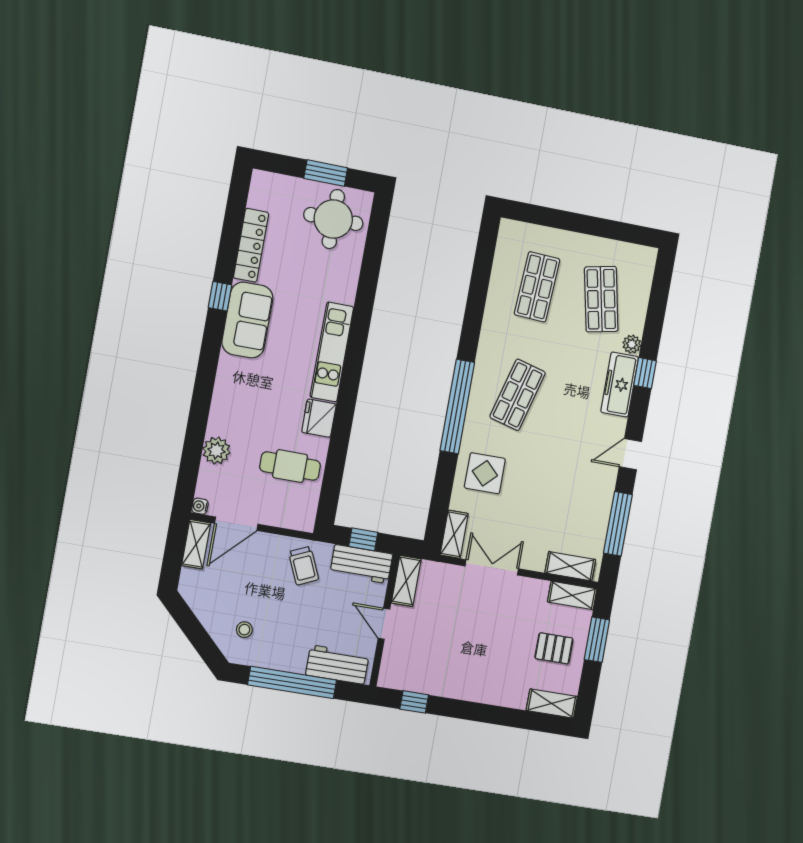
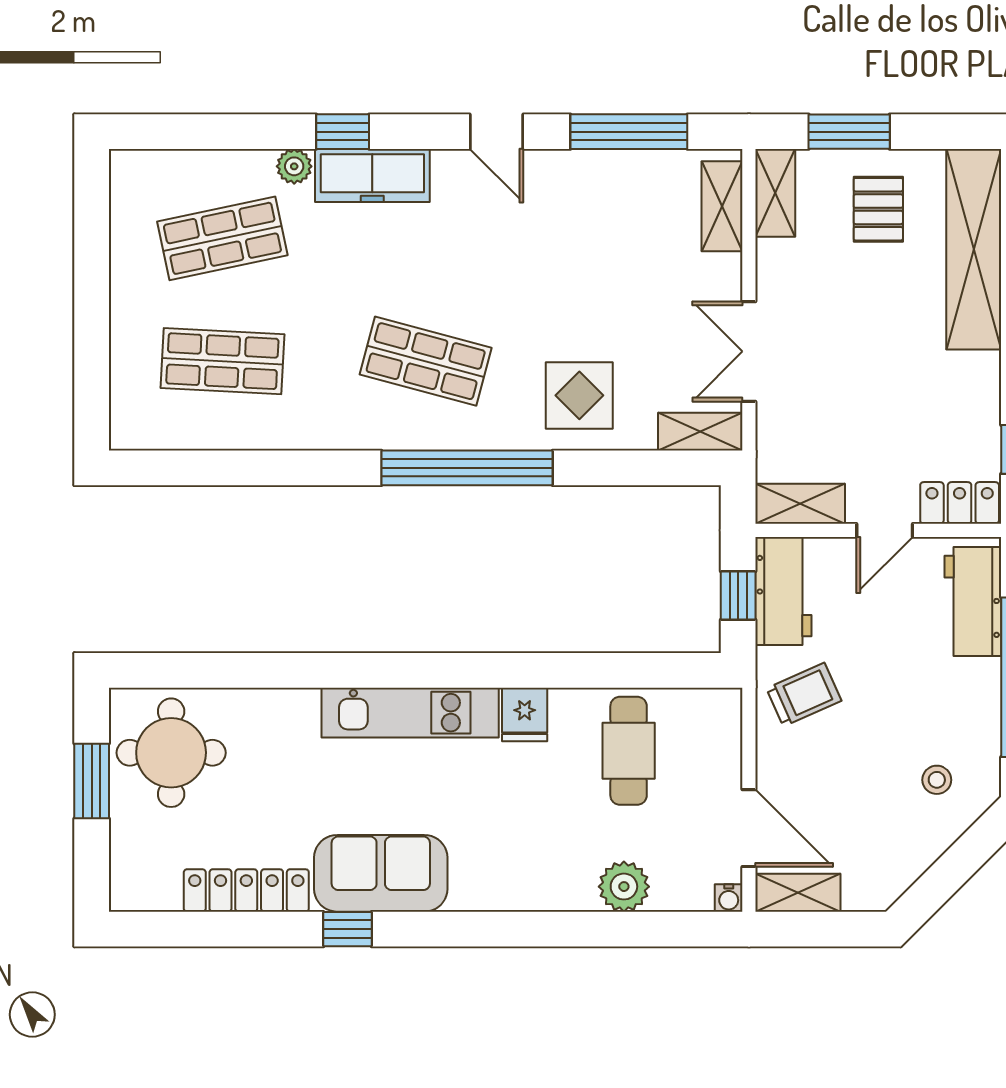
fridge: (319, 418) -> (525, 714), width x0.72
locker: (391, 666) -> (960, 503), added
shelving: (552, 703) -> (974, 249), width x2.20, depth x1.33

